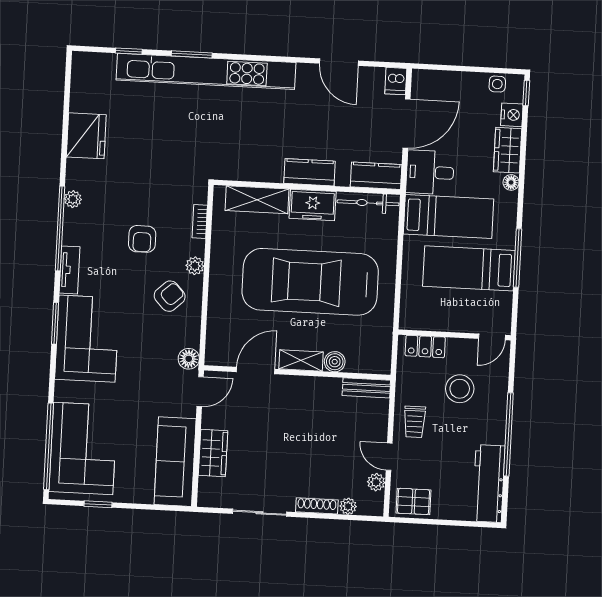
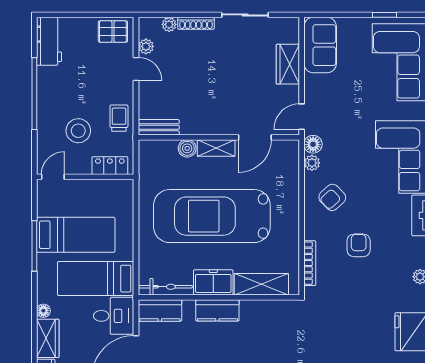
bookcase: (200, 221) -> (310, 263), width x1.56
plant: (195, 266) -> (312, 163), moved
car: (310, 282) -> (212, 216), turned 180
trolley: (415, 422) -> (119, 118), moved
sofa: (175, 462) -> (320, 45), width x0.73
workbench: (489, 484) -> (49, 41), width x0.73

